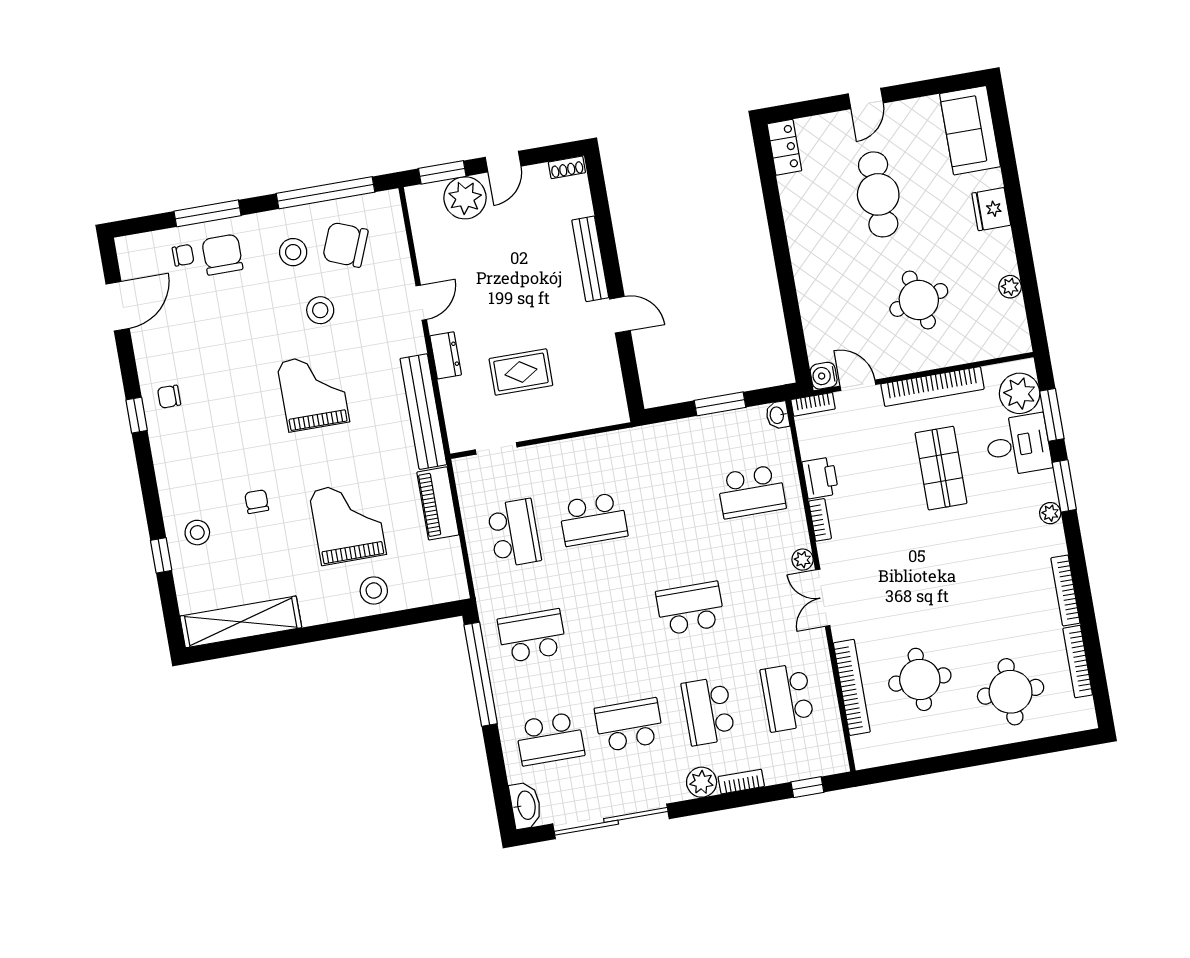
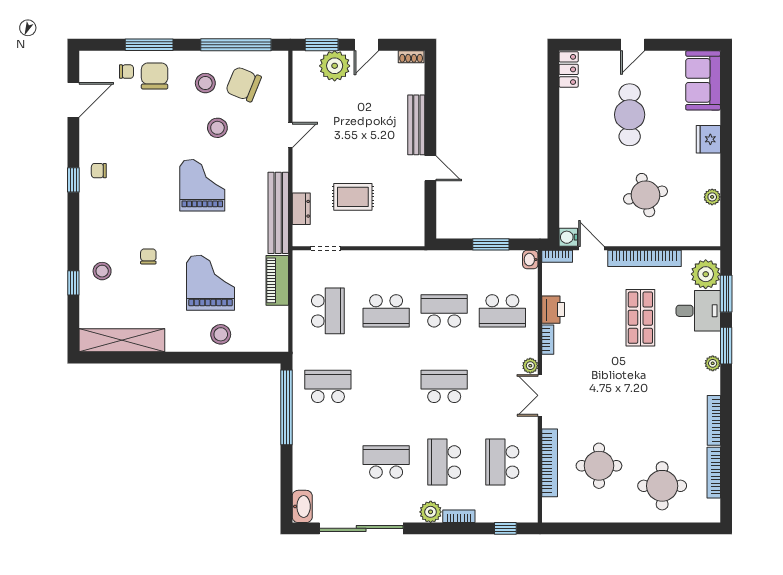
dresser: (446, 355) -> (301, 209), moved
school desk: (550, 739) -> (444, 311), moved, turned 180

